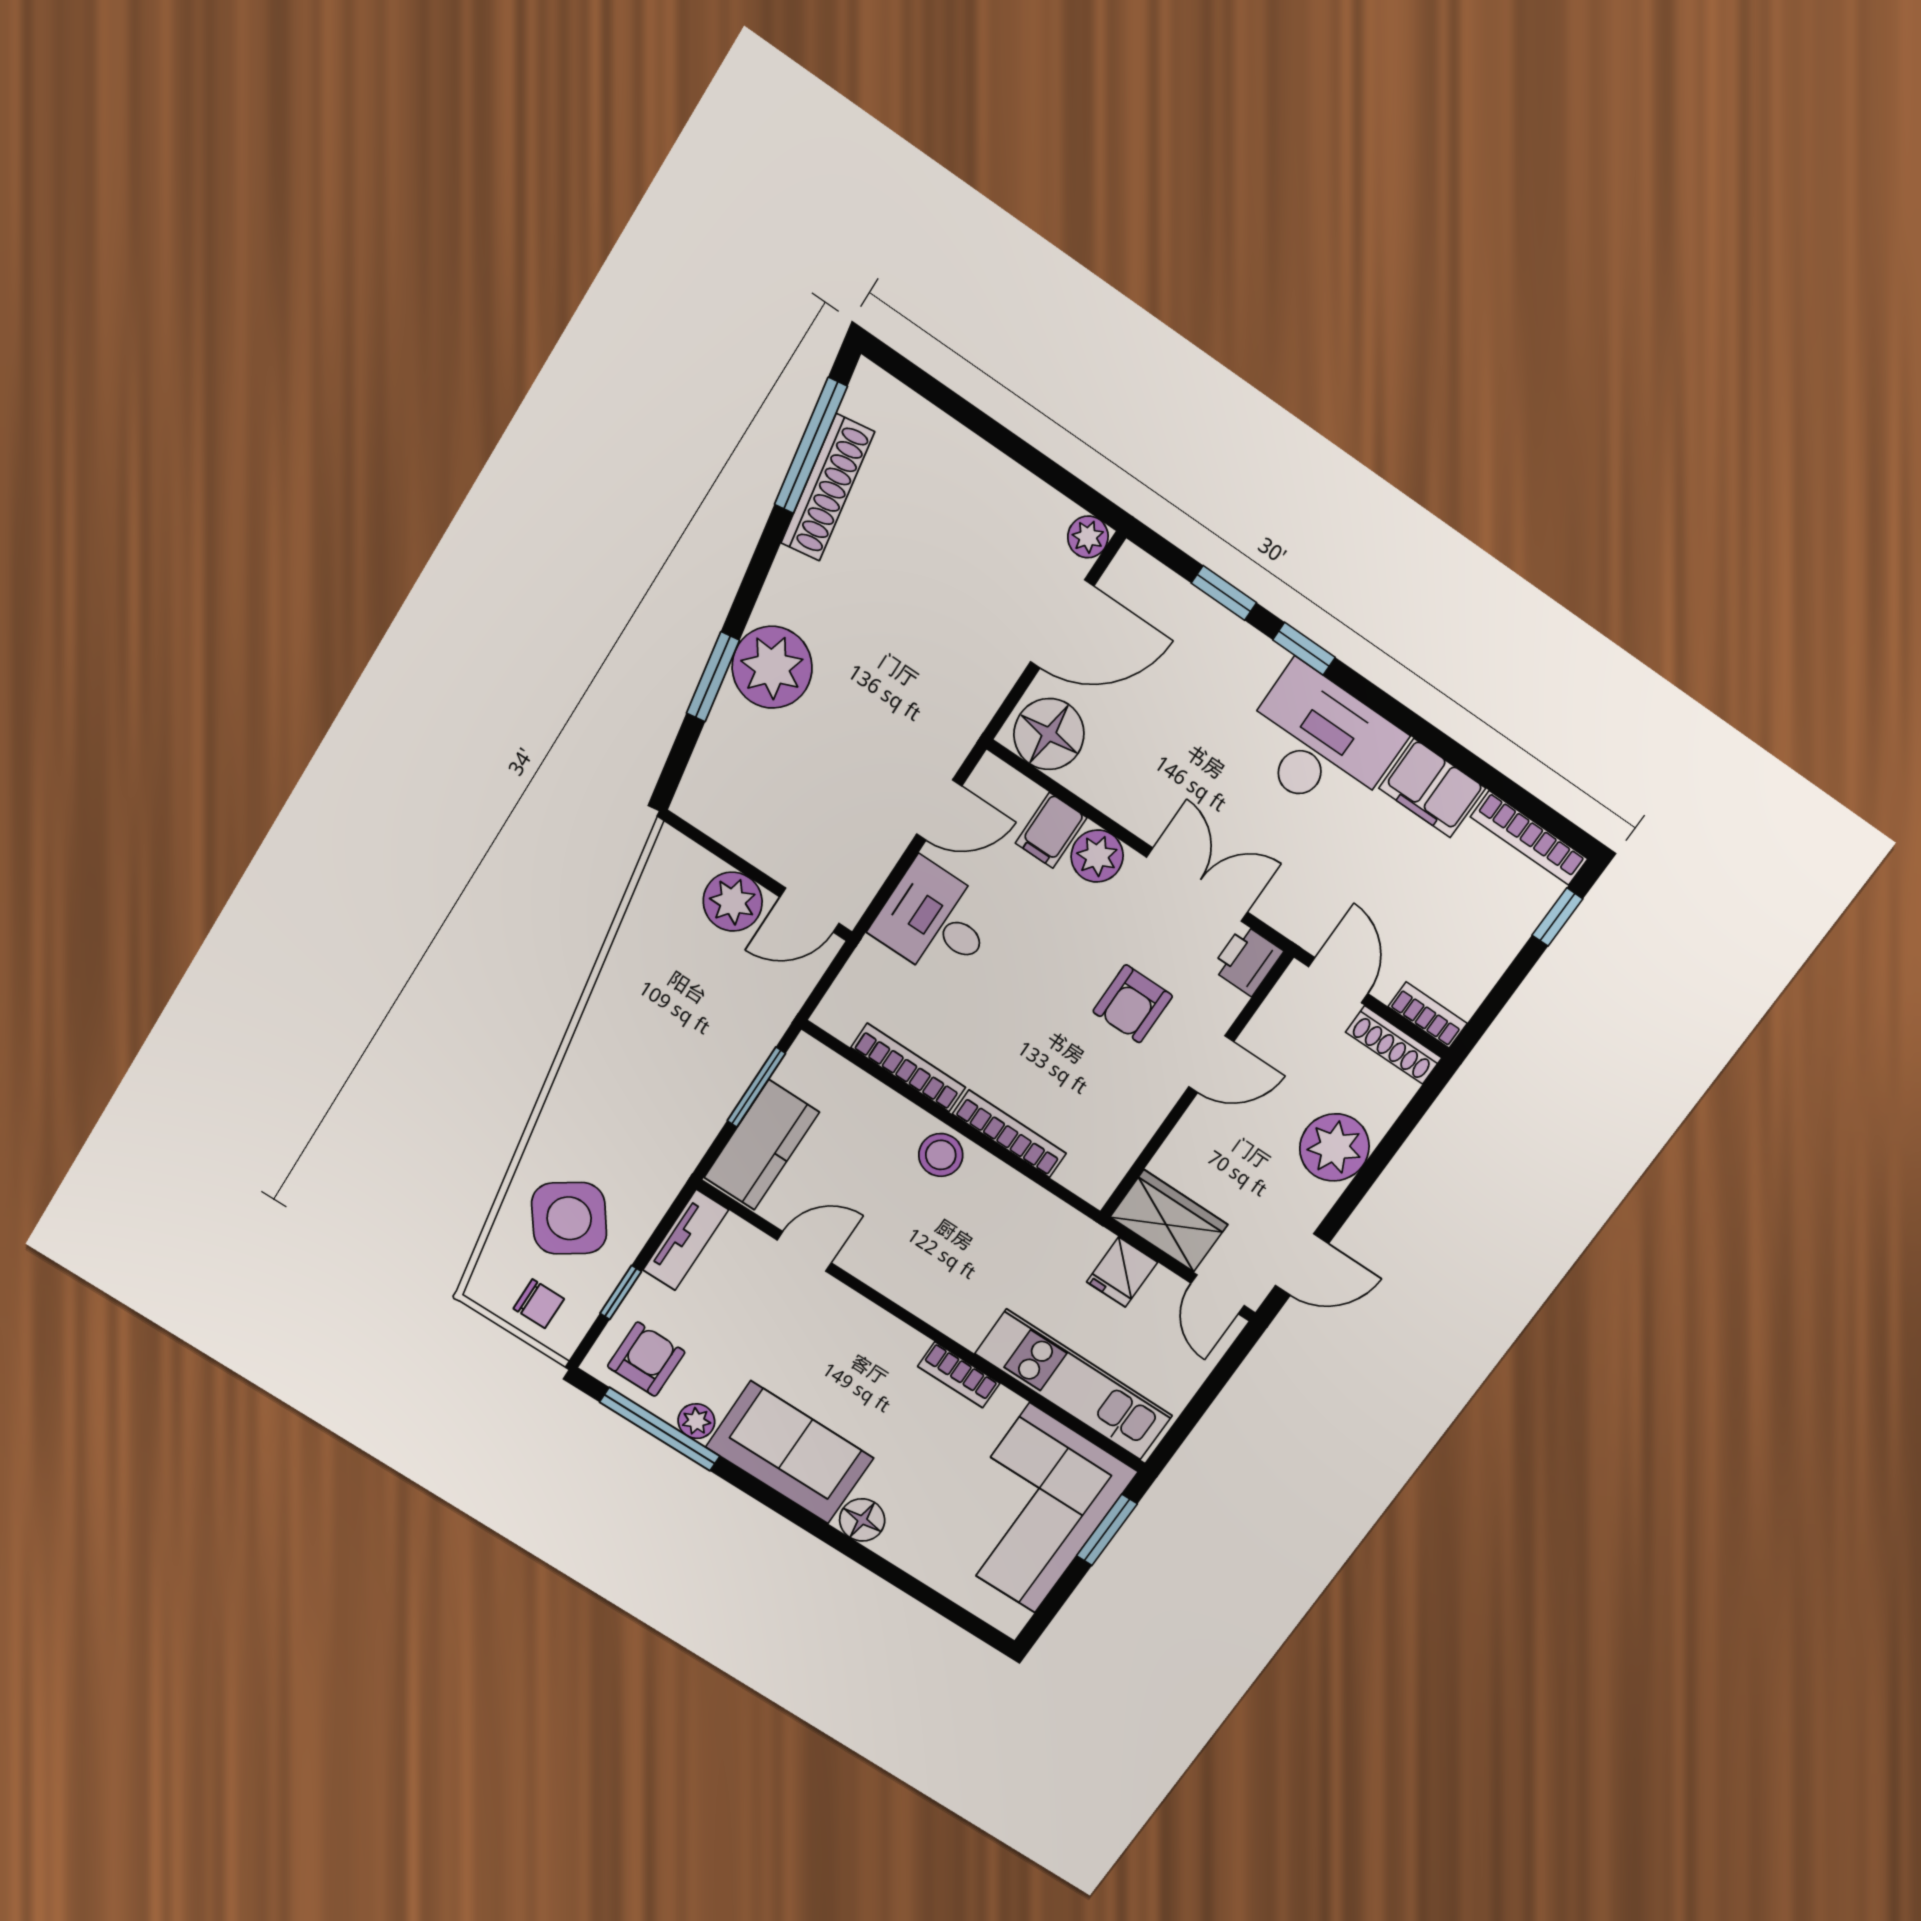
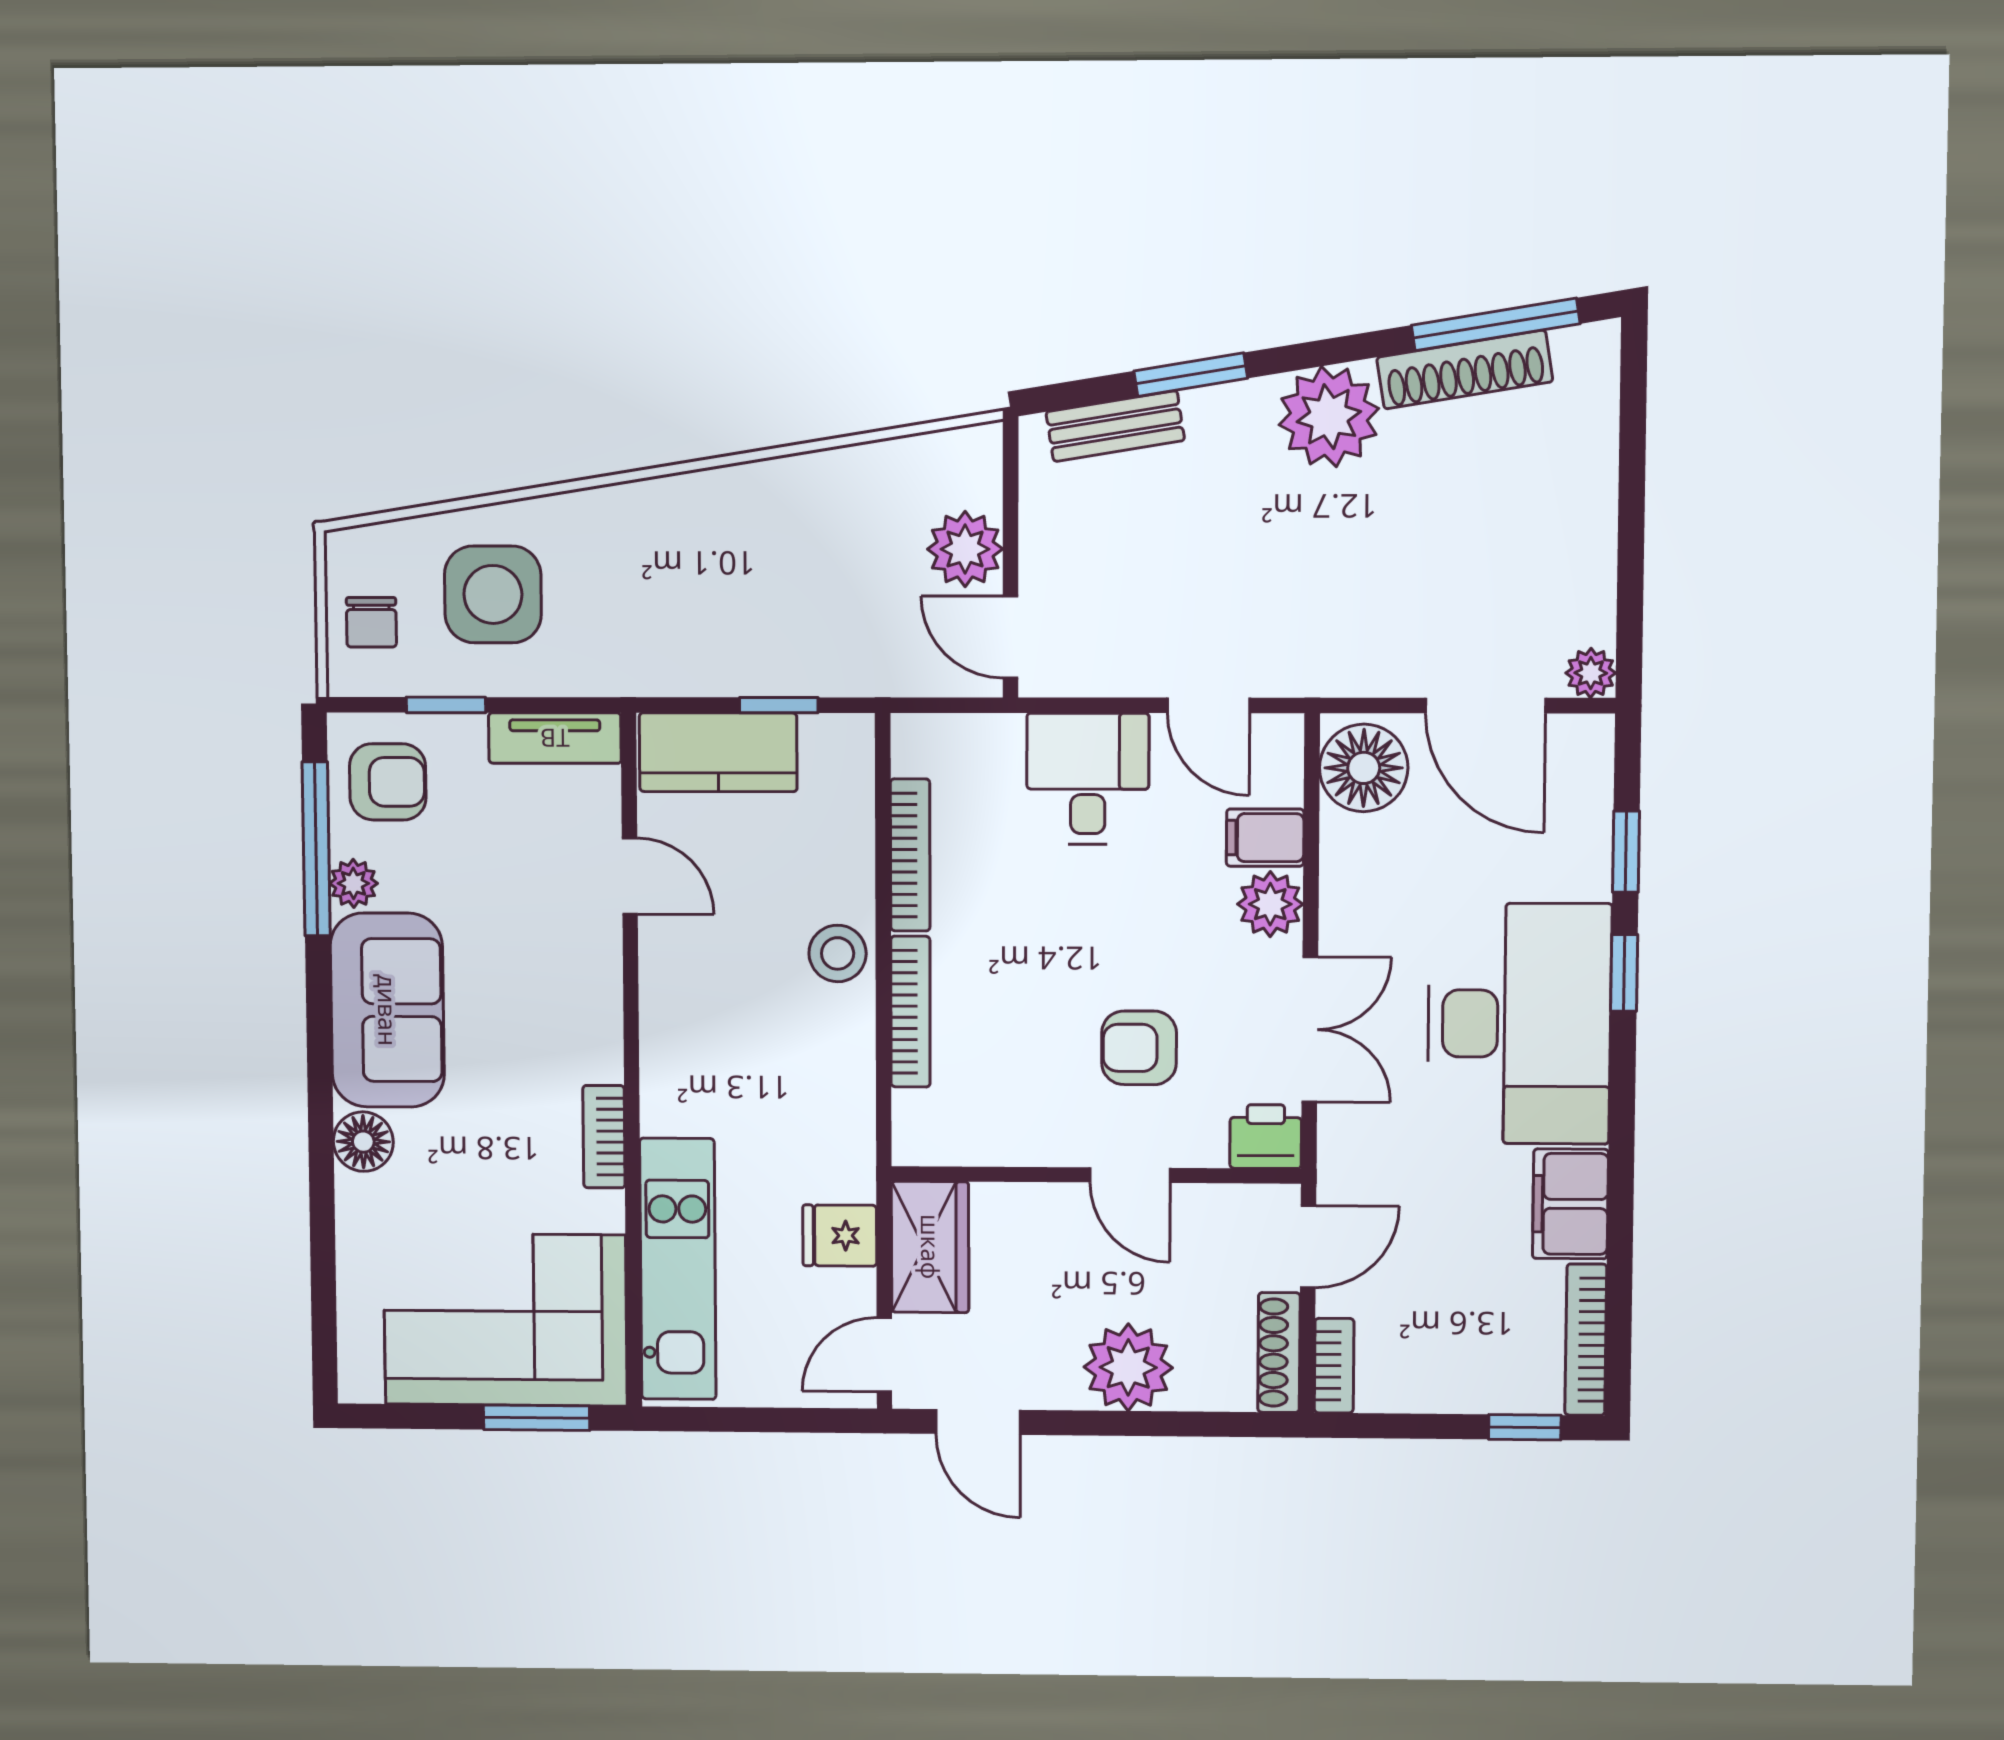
plant: (772, 667) -> (1329, 417), moved
desk: (1320, 743) -> (1519, 1024), width x1.36, depth x1.30
bench: (715, 750) -> (1115, 426), added
window: (756, 1087) -> (779, 705), width x0.67
side table: (569, 1218) -> (493, 594), turned 35

